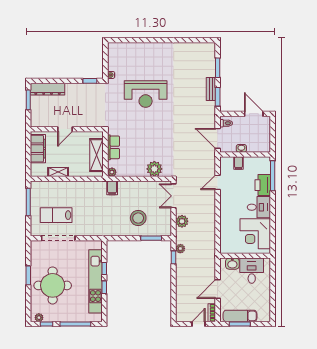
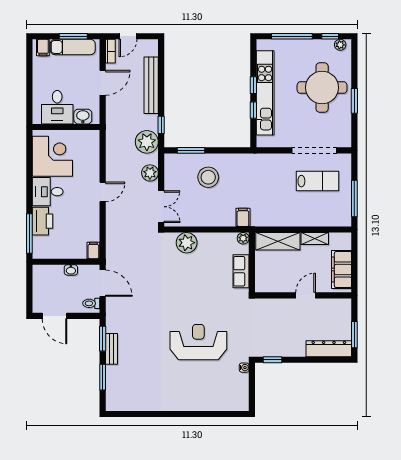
shelving: (96, 155) -> (278, 241), moved, turned 90
filing cabinet: (238, 163) -> (93, 250), moved
door: (218, 182) -> (103, 192), moved
plant: (180, 249) -> (147, 142), width x1.87, depth x1.87
bench: (181, 287) -> (151, 85), added
filing cabinet: (262, 316) -> (43, 47), added

